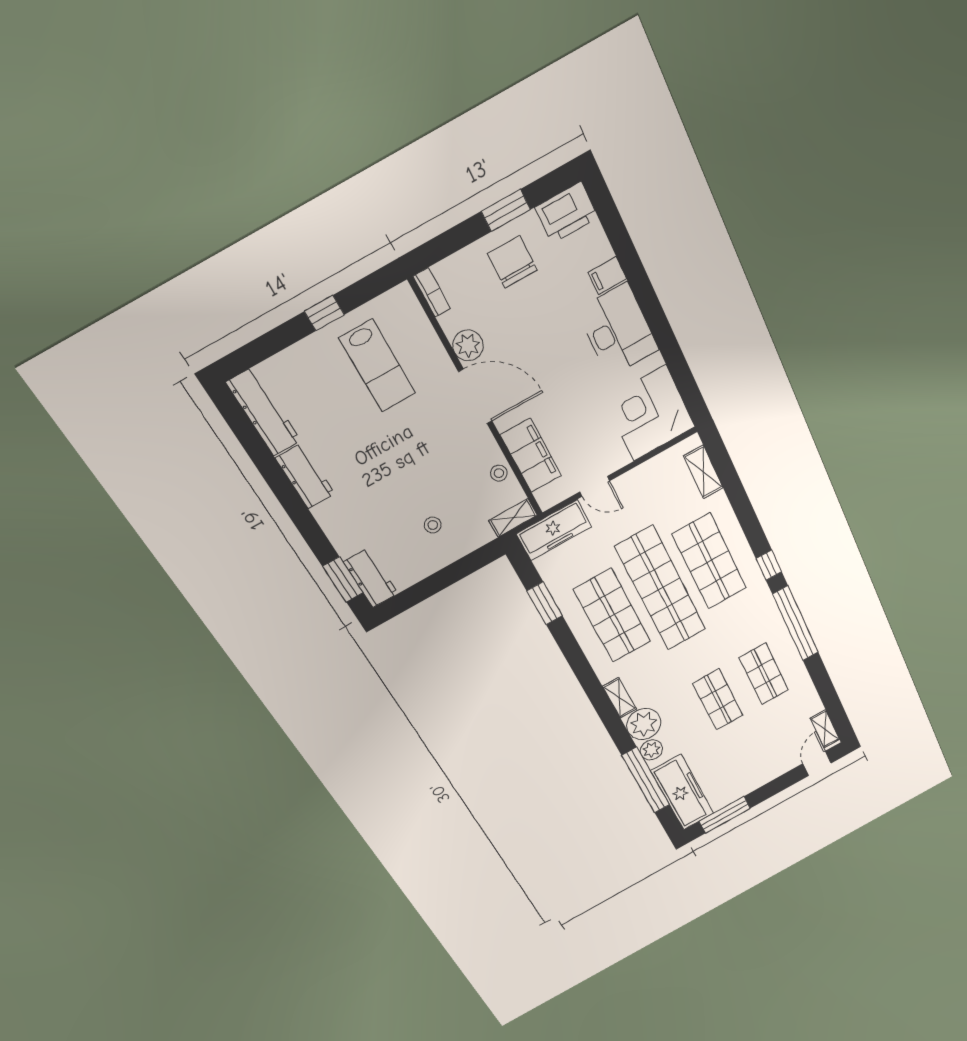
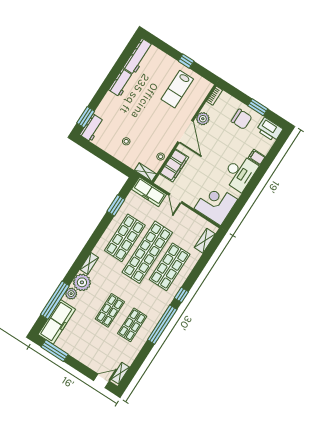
chair: (512, 262) -> (242, 119), turned 90

